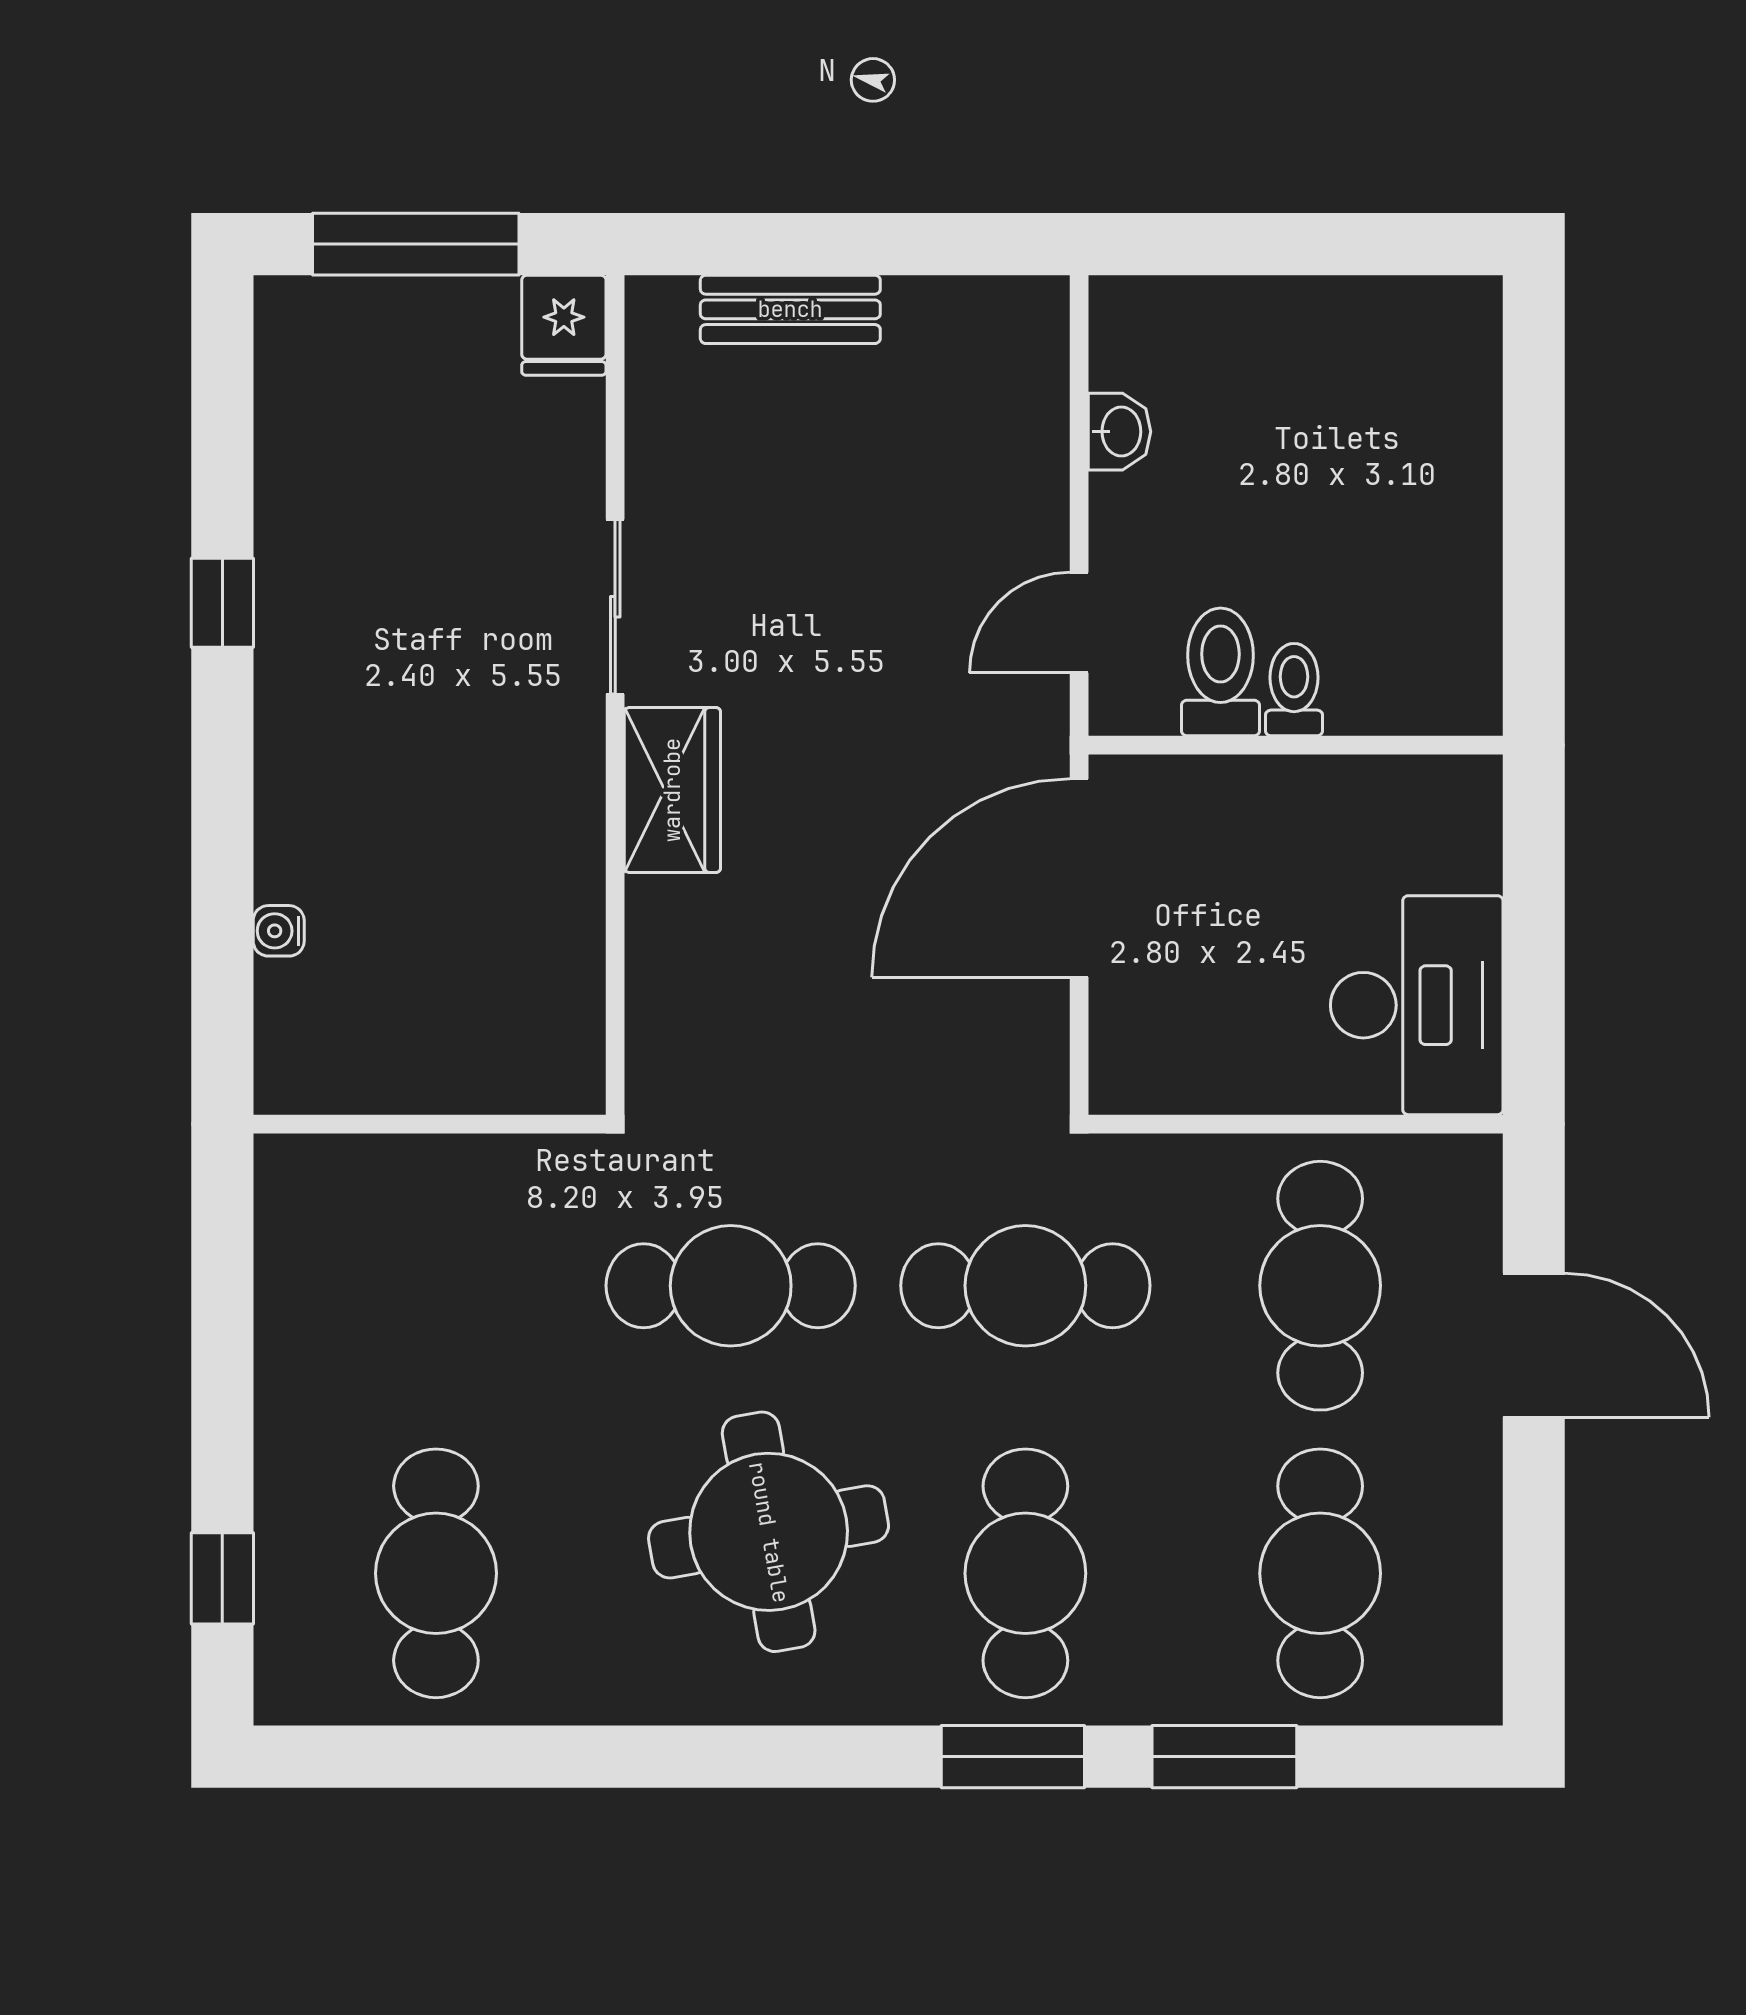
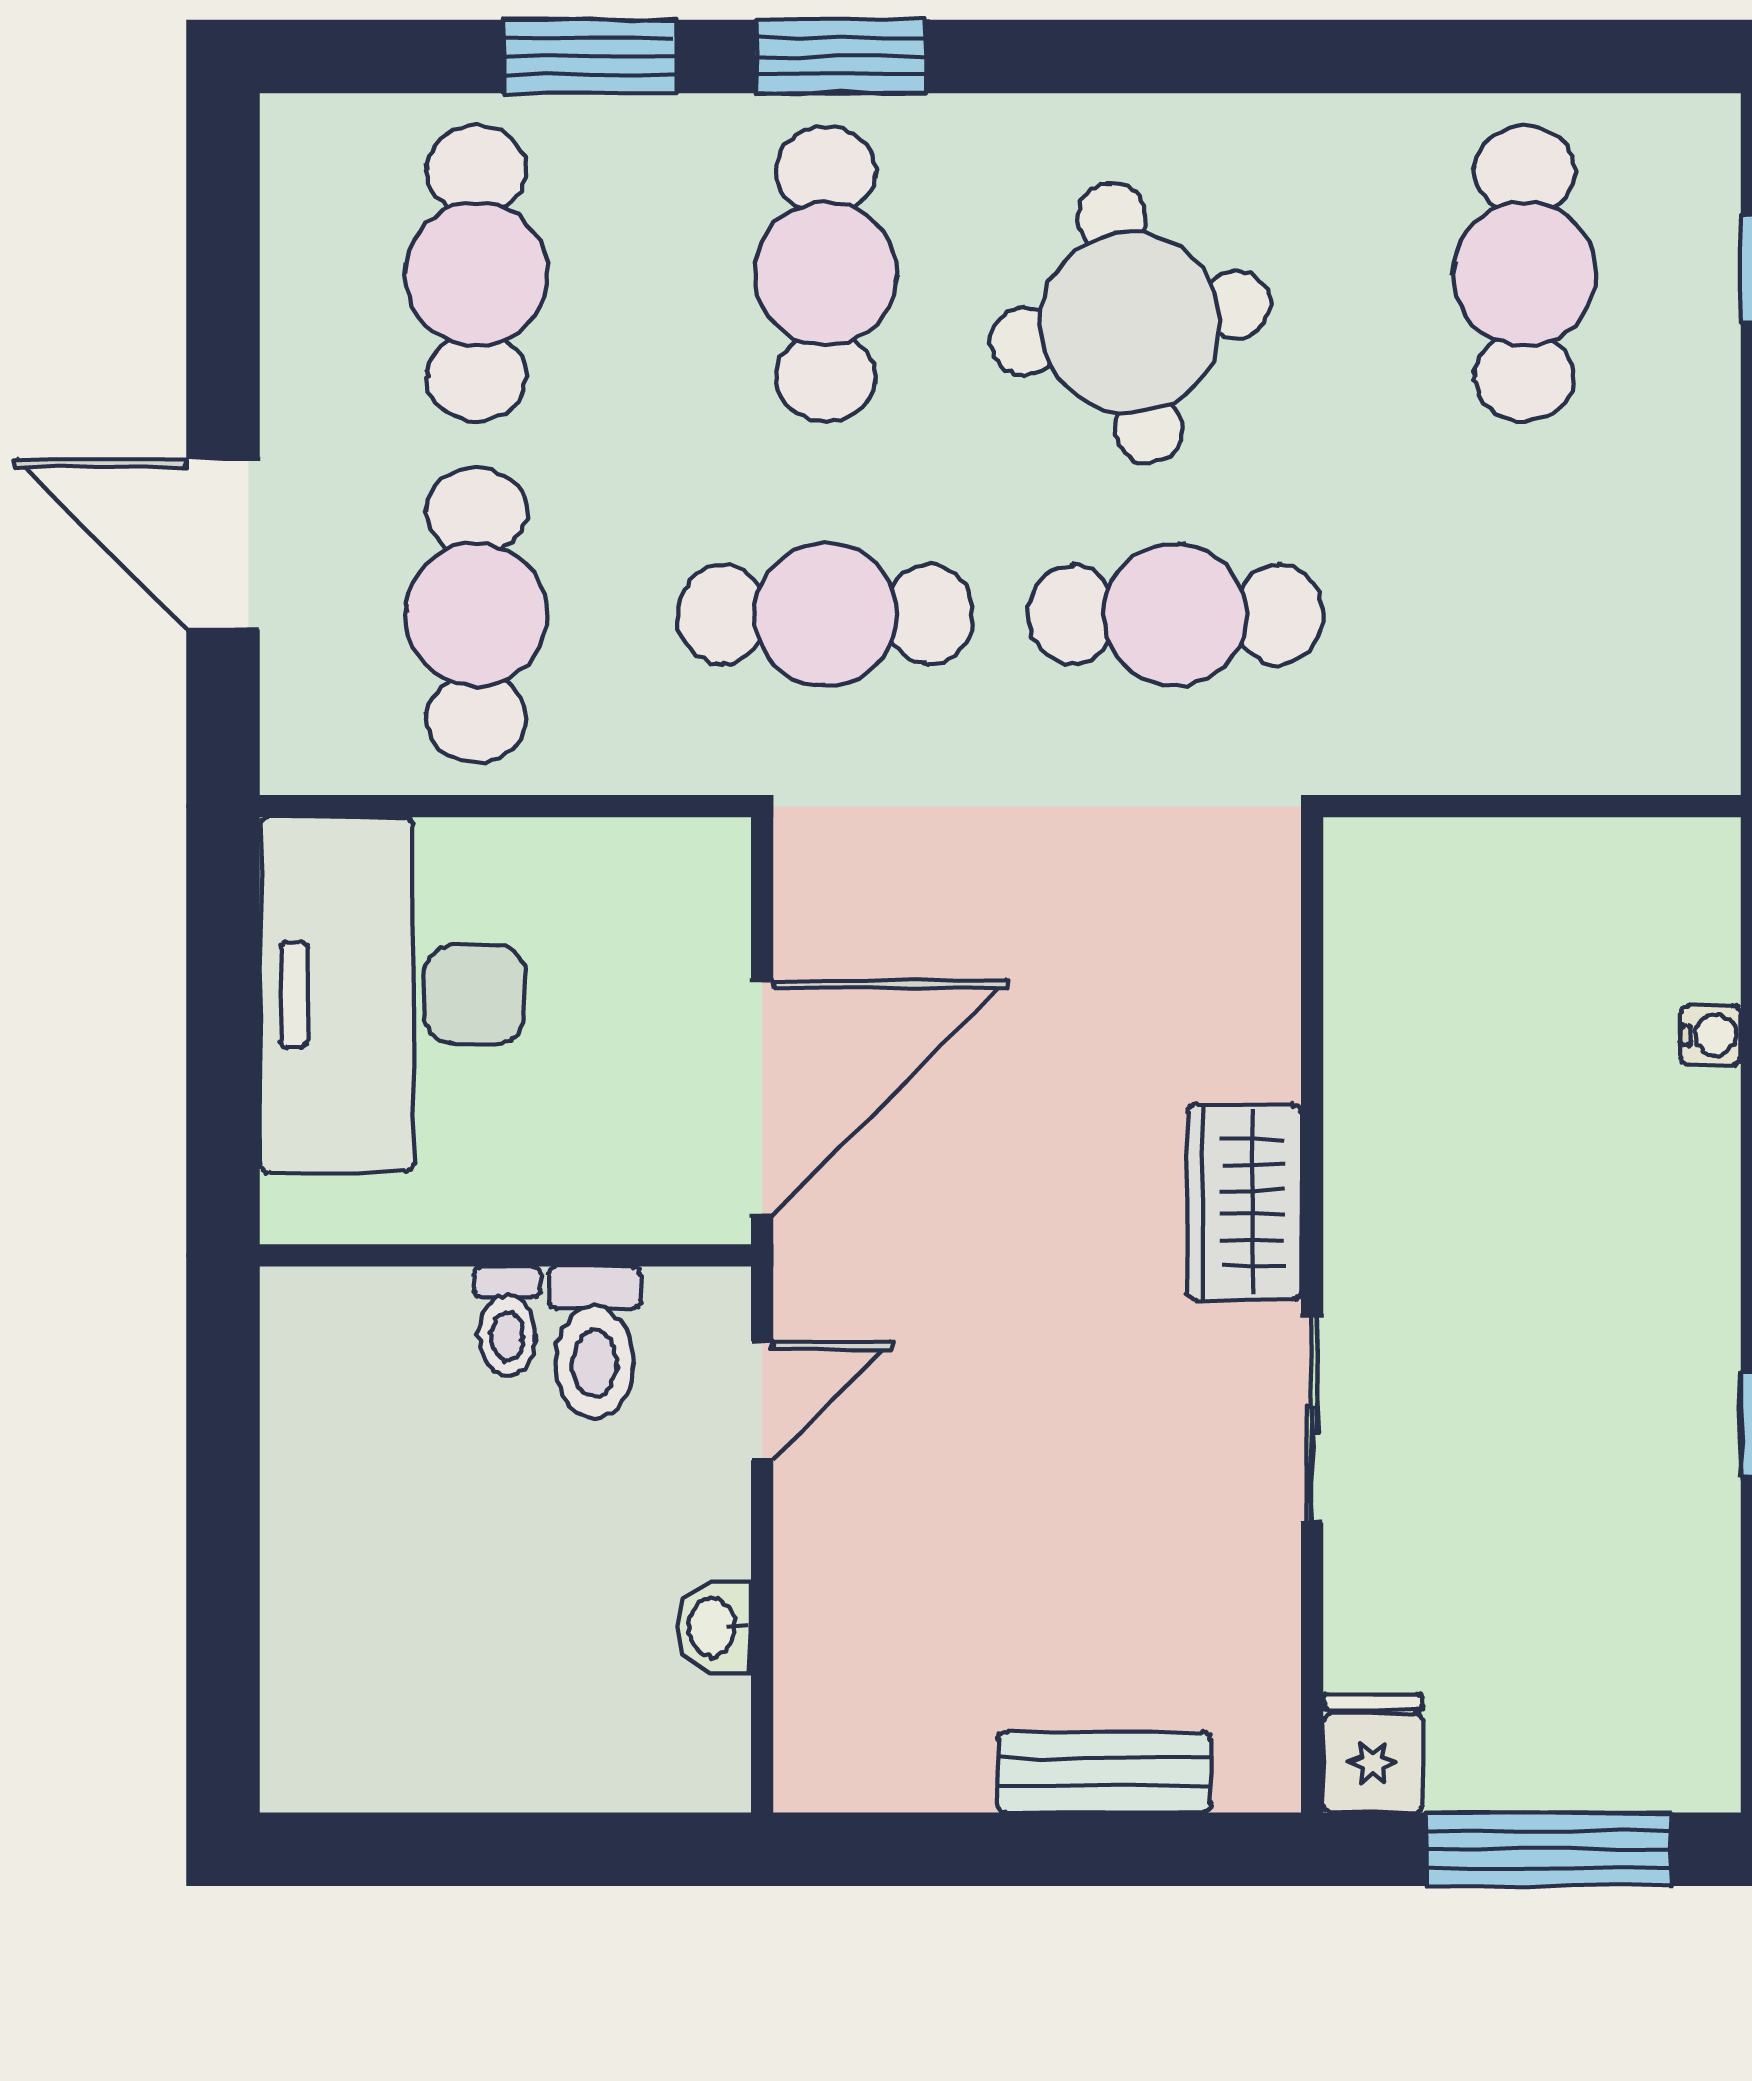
desk: (1417, 1005) -> (392, 994), width x1.36, depth x1.30

